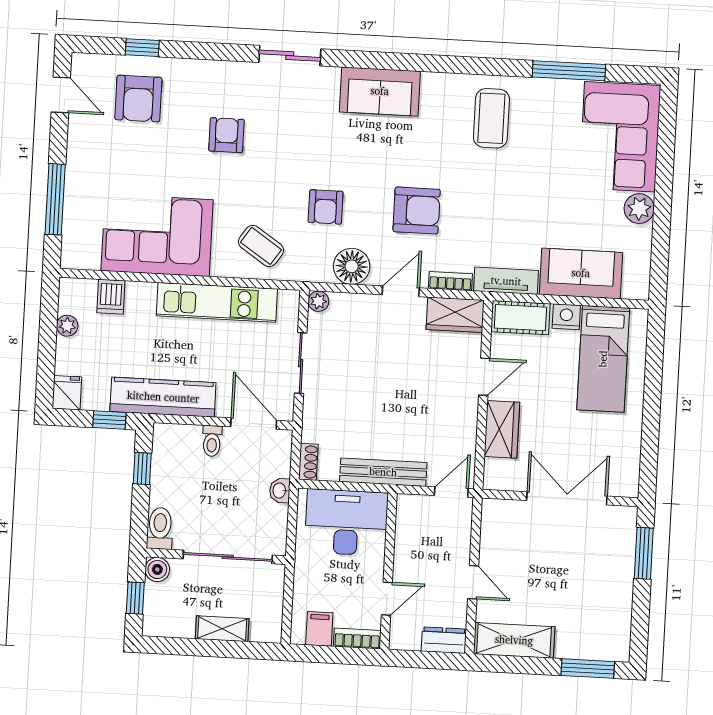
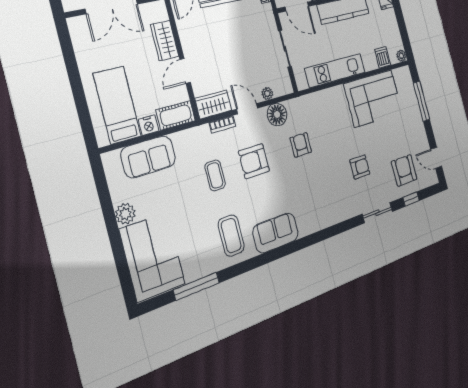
sliding door: (290, 56) -> (378, 213), moved
sofa: (380, 91) -> (276, 233), moved
armchair: (226, 135) -> (360, 167), turned -90
coffee table: (261, 246) -> (215, 175), moved, turned 56
tv unit: (506, 281) -> (191, 136), removed
door: (401, 291) -> (247, 109), swing flipped
plant: (318, 301) -> (267, 93), moved
plant: (67, 326) -> (401, 56), moved

